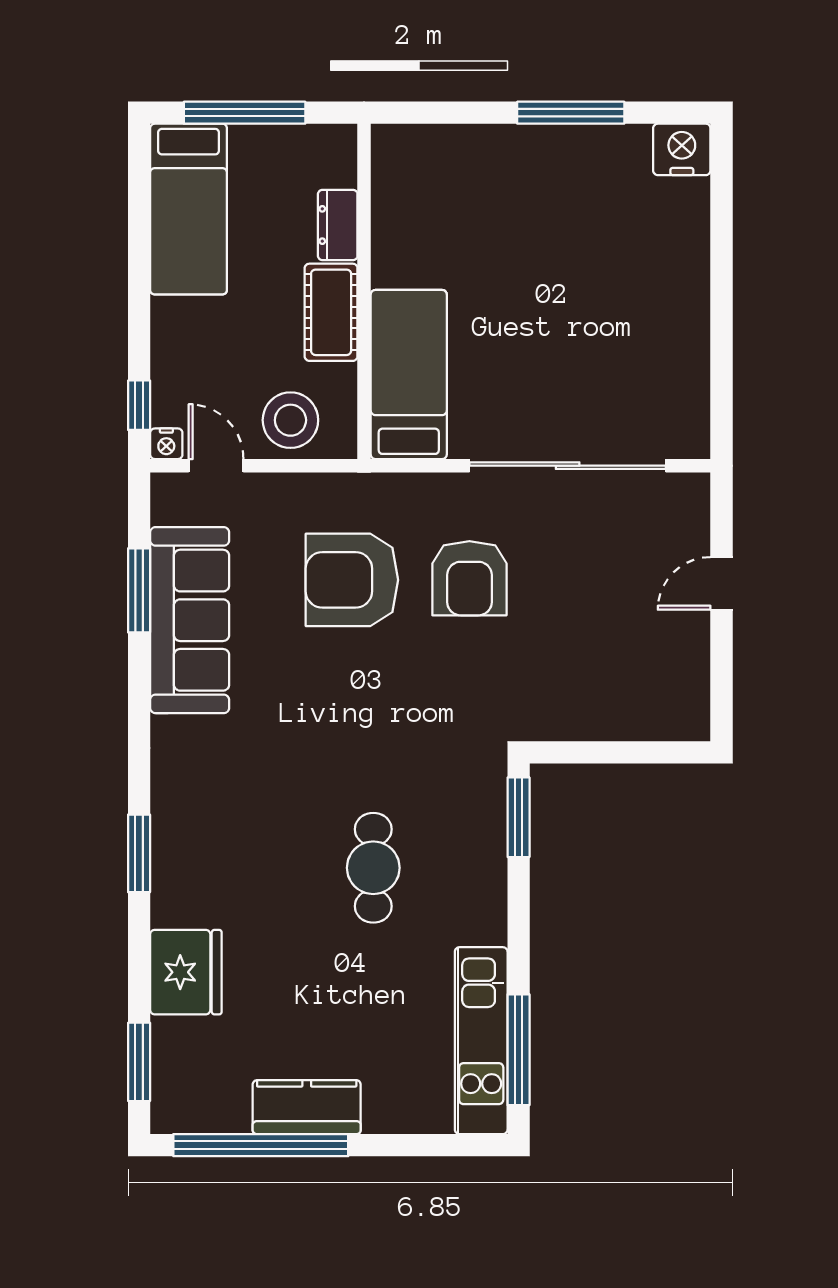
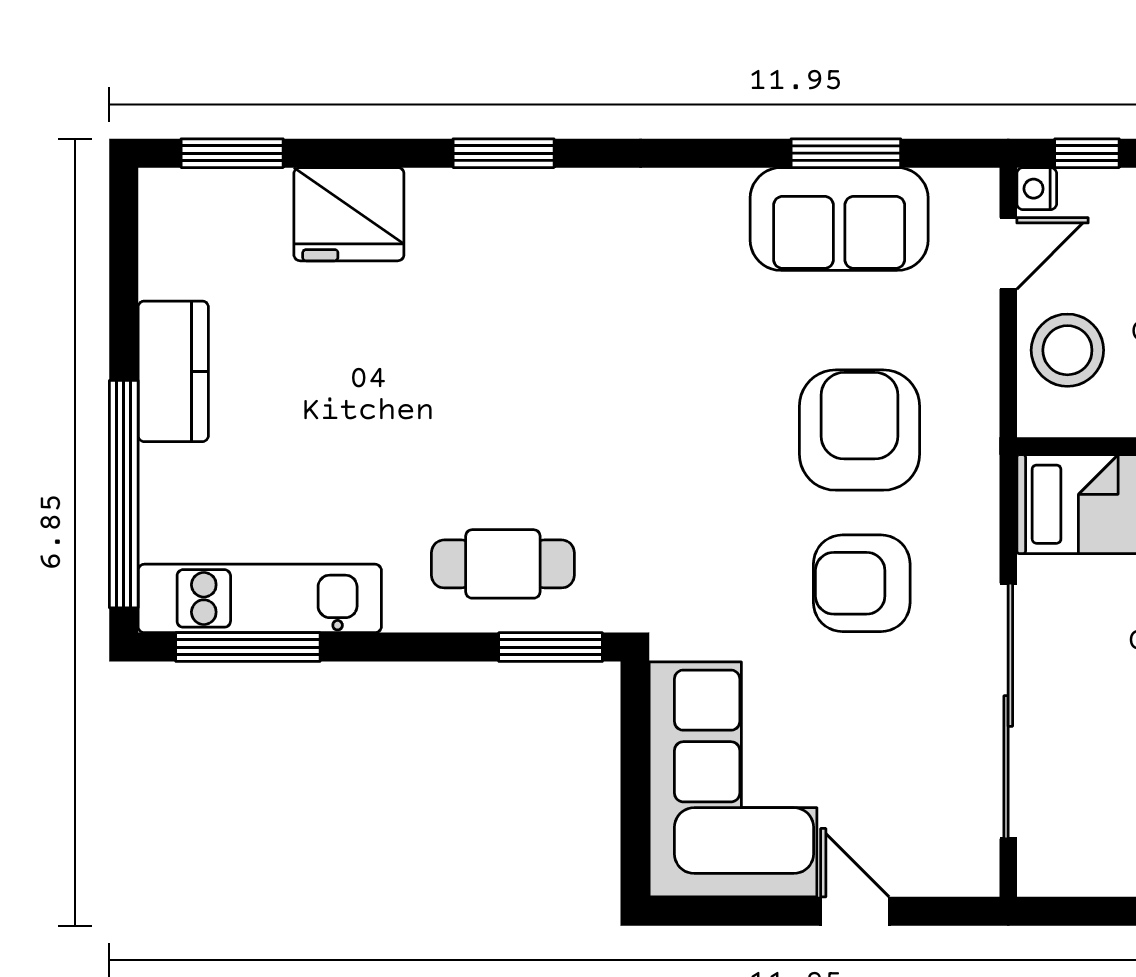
sofa: (190, 620) -> (839, 219), width x0.73
corner sofa: (620, 677) -> (733, 779), added
cafe table: (373, 868) -> (503, 564), moved
window: (261, 1145) -> (124, 494), moved

